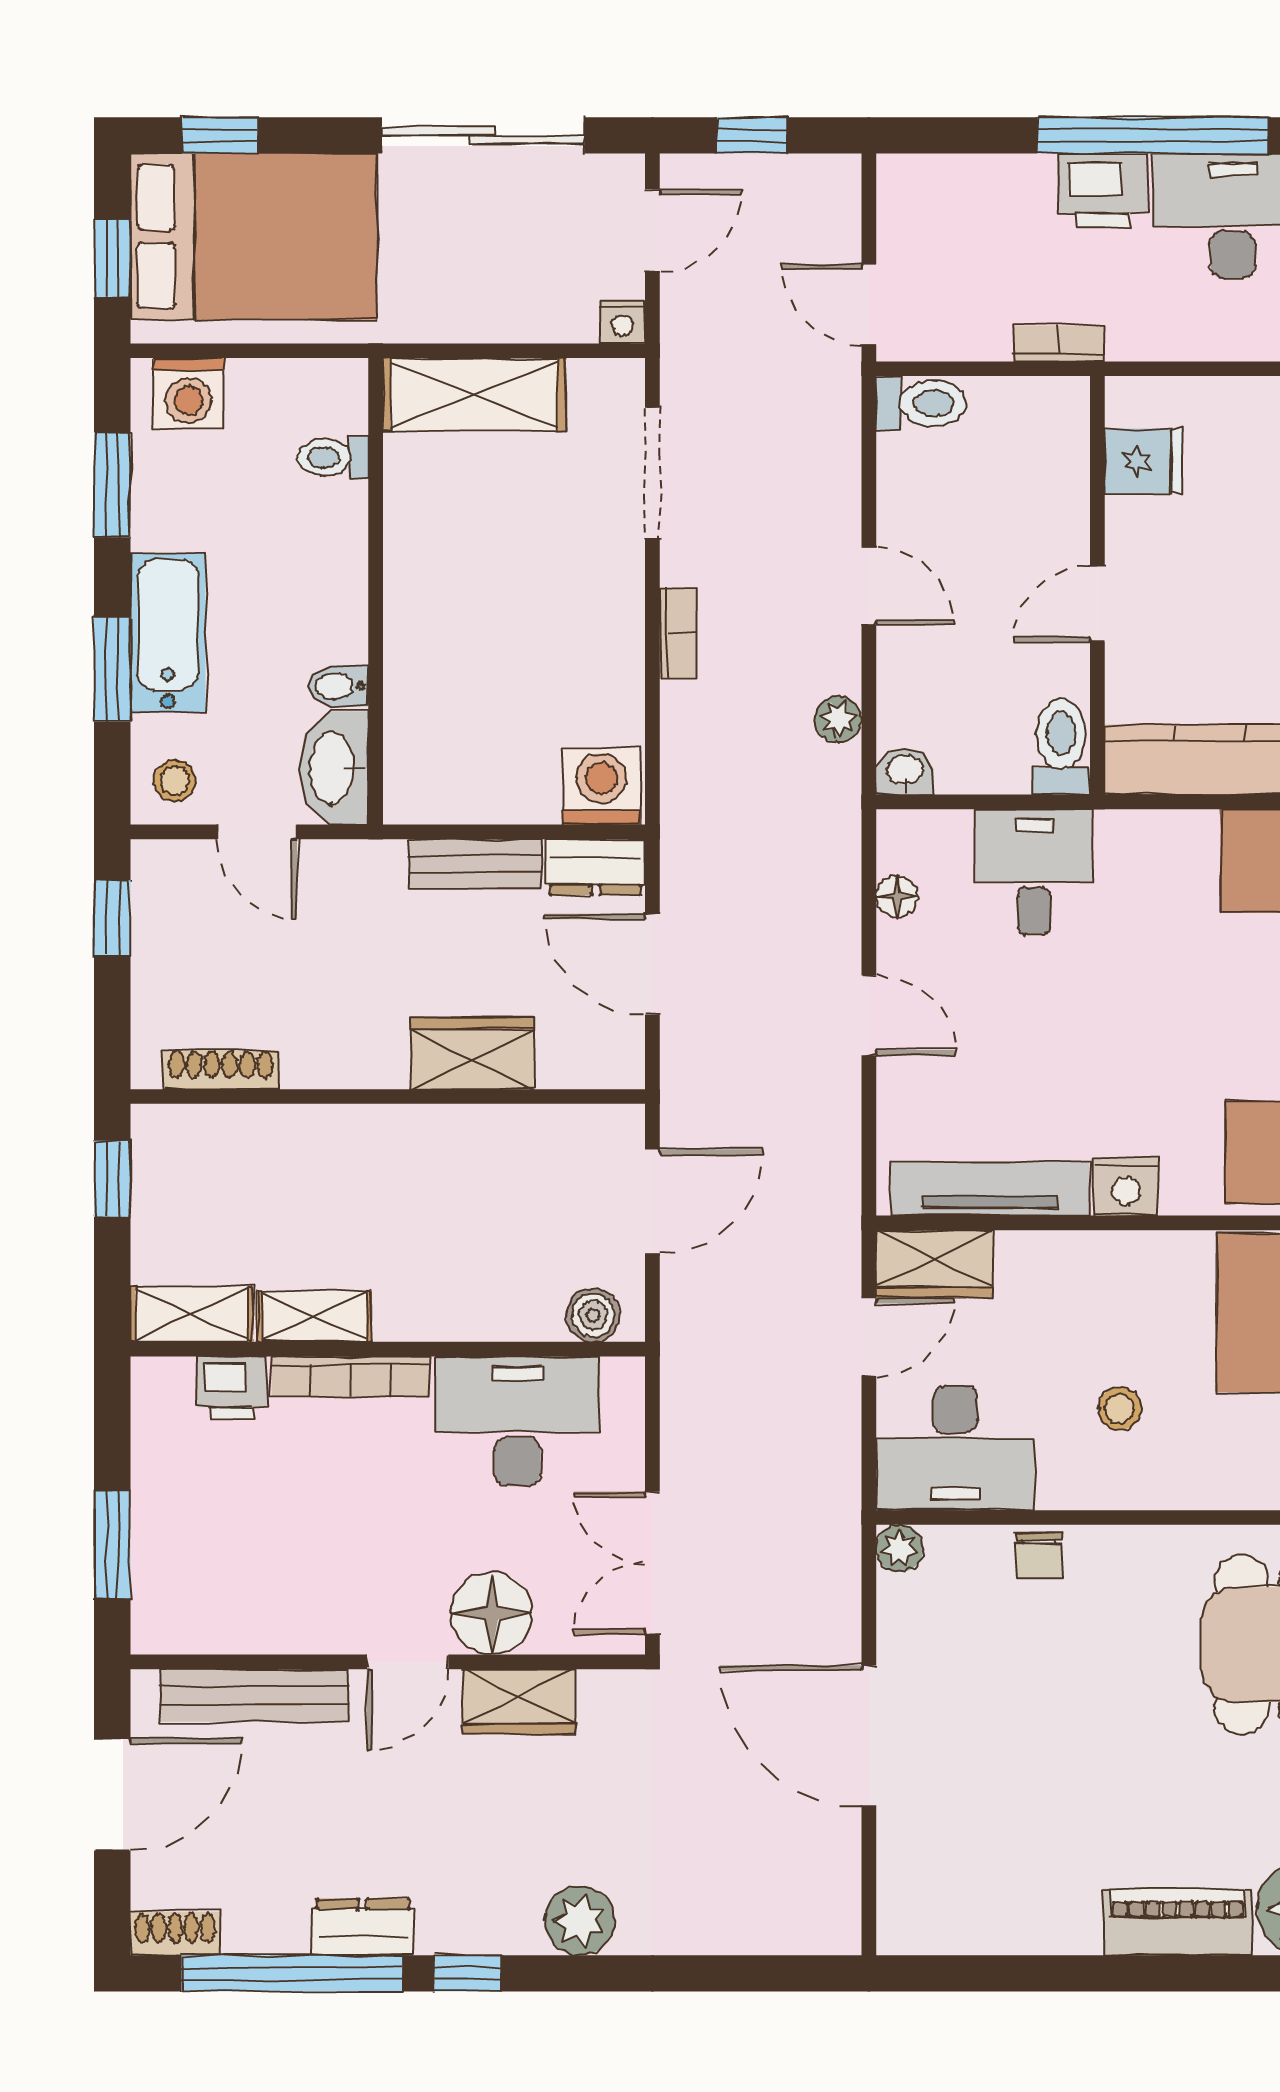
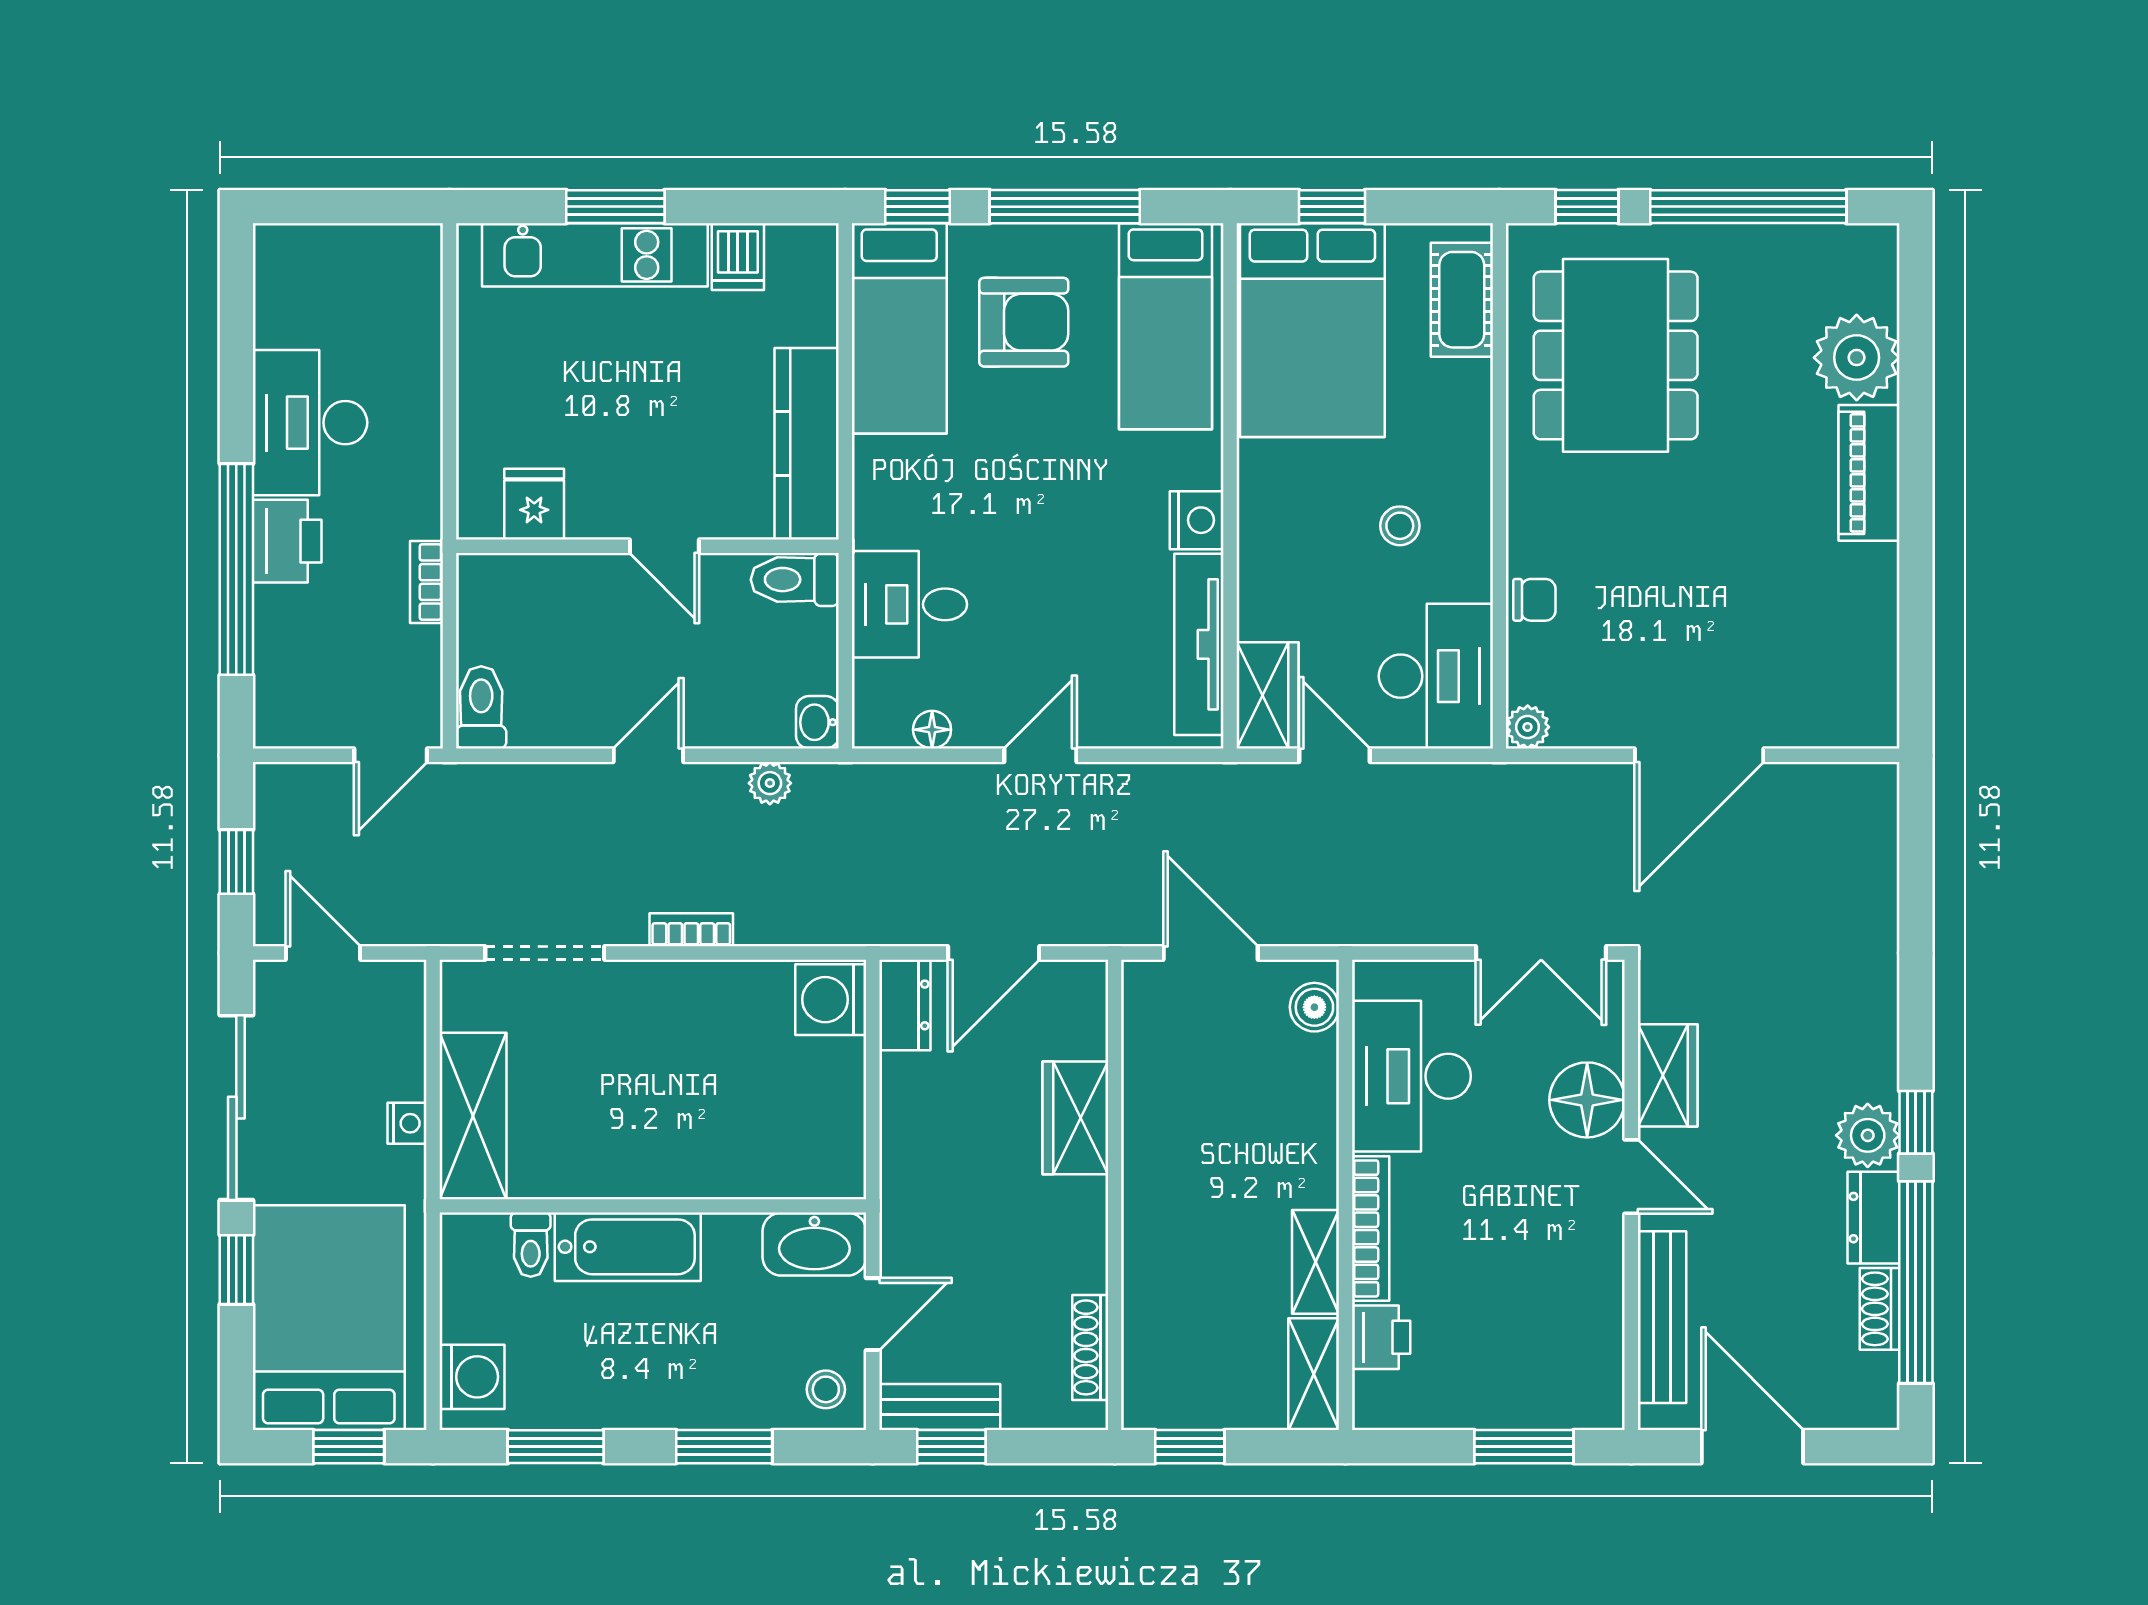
window: (220, 135) -> (236, 1270), moved
window: (1153, 135) -> (236, 569), moved
nightstand: (623, 322) -> (407, 1123), moved
bathtub: (168, 633) -> (628, 1247), moved, turned 180
bidet: (338, 686) -> (740, 1240), removed
bench: (475, 864) -> (940, 1407), moved, turned 90
plant: (580, 1921) -> (1868, 1135), moved
shoe rack: (175, 1934) -> (1880, 1309), moved

